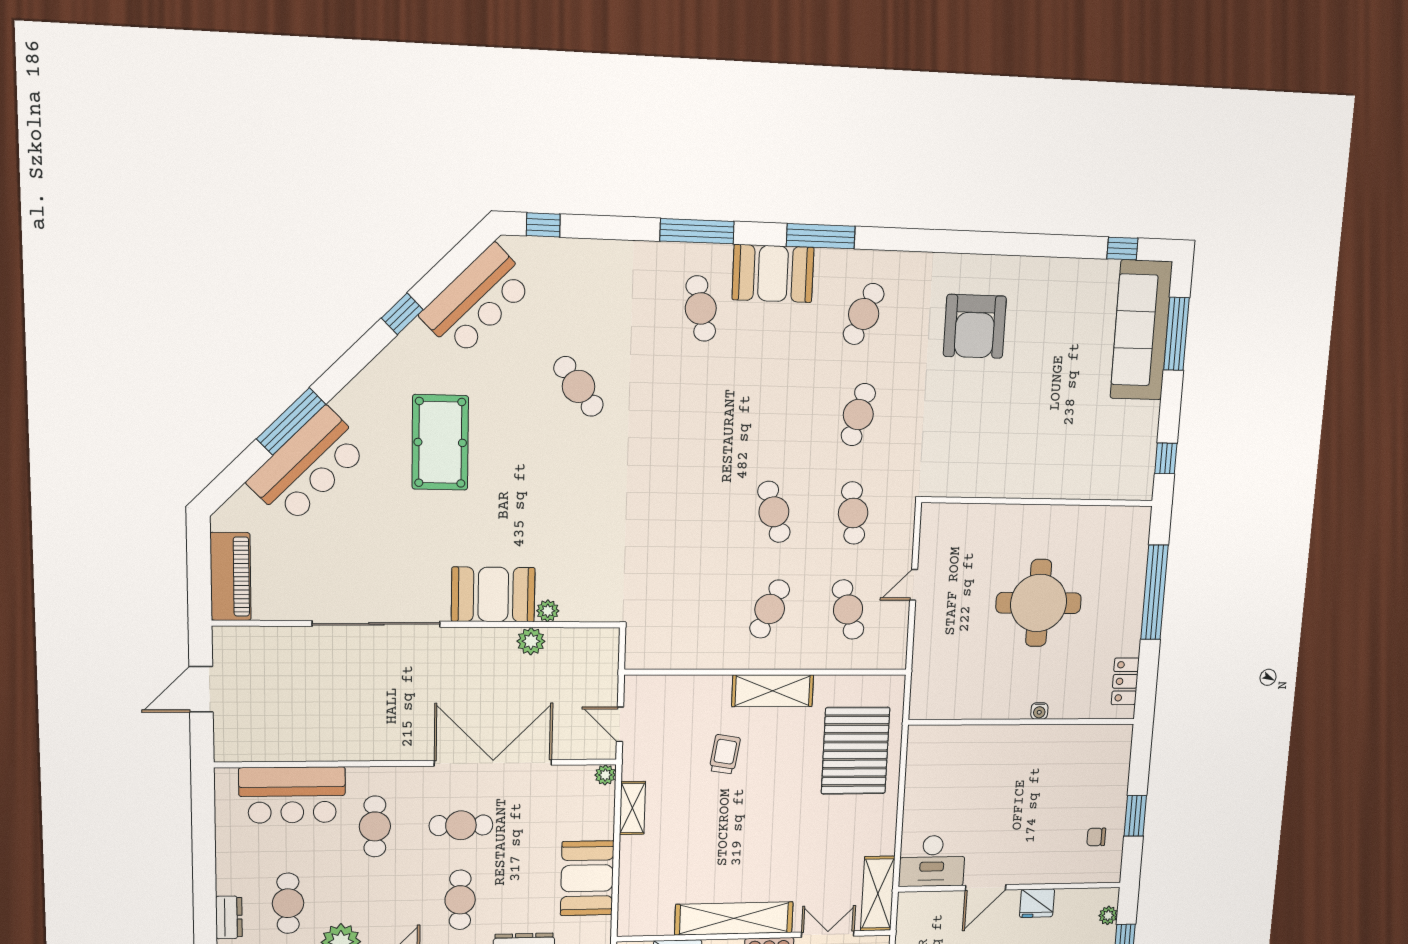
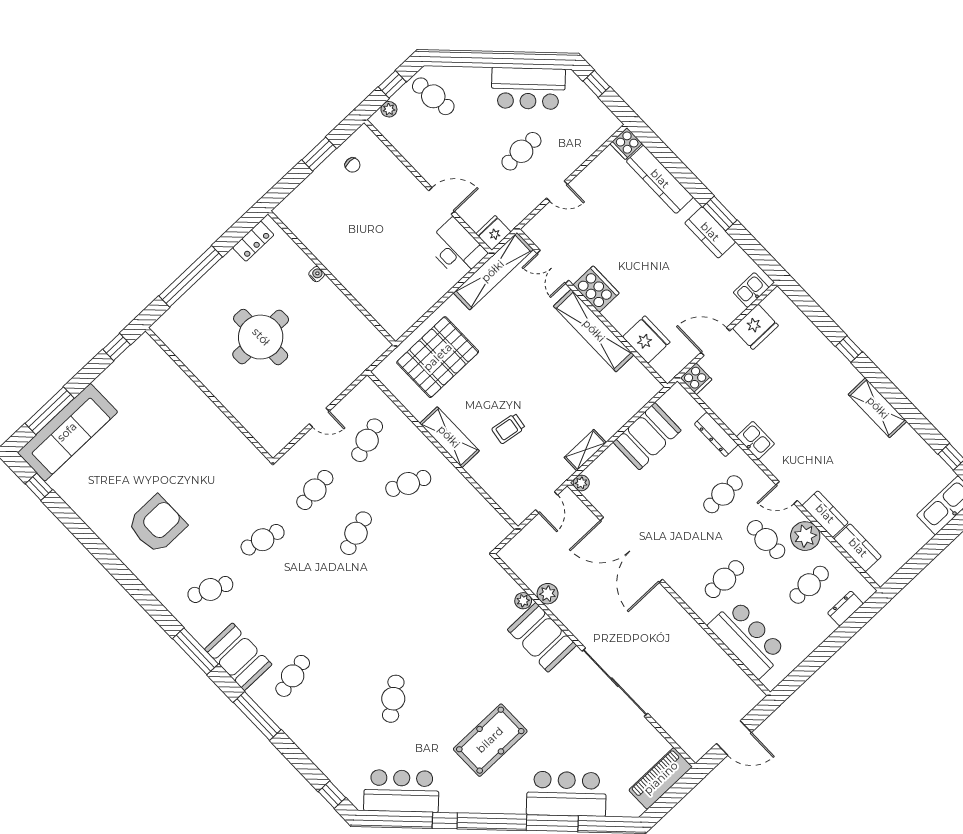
cafe table: (461, 825) -> (766, 539), moved
shelving: (878, 893) -> (493, 271), width x1.47
fridge: (1037, 903) -> (493, 233), moved, turned -90

